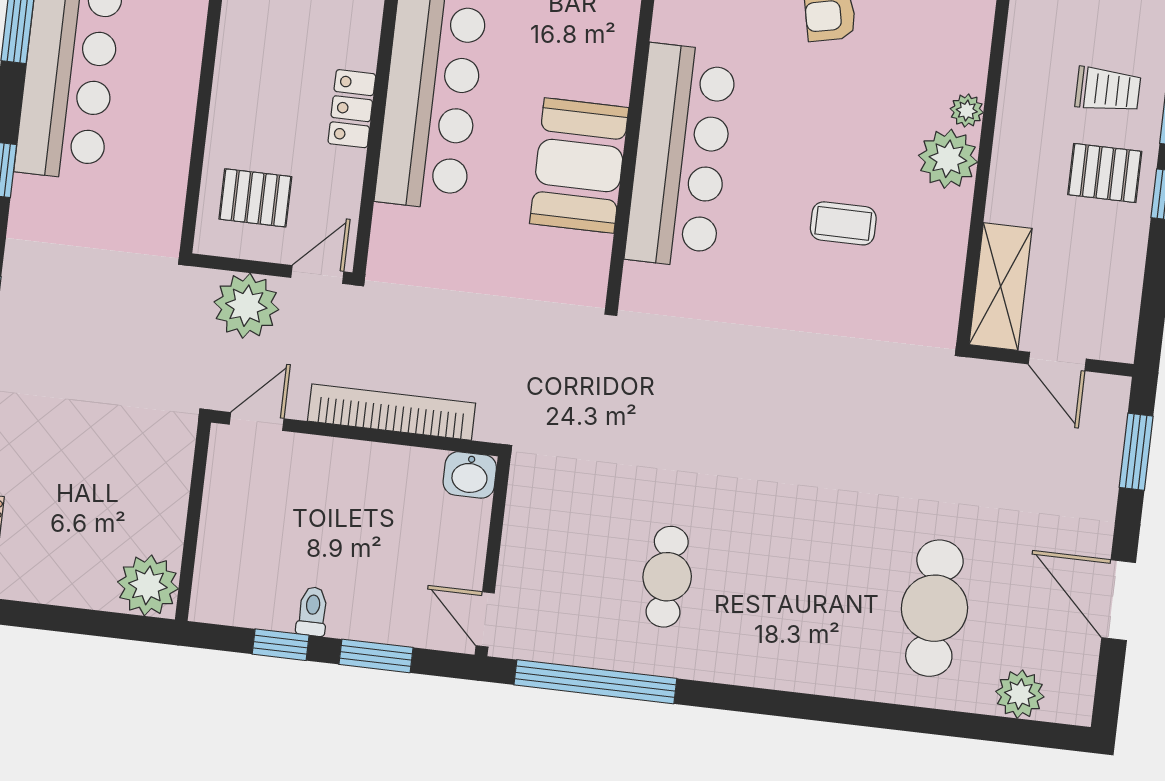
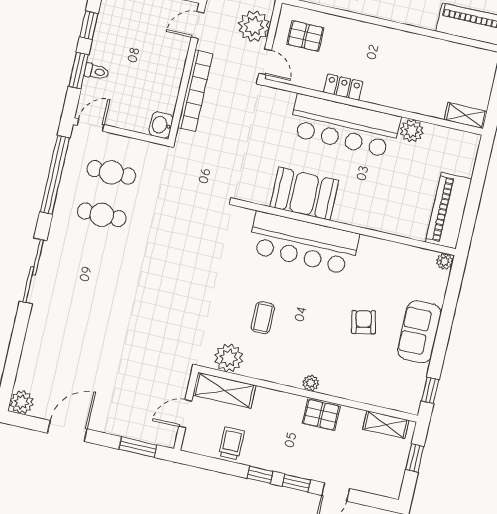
trolley: (1108, 90) -> (232, 443), moved, turned 180
plant: (948, 159) -> (229, 358), moved
pallet: (1105, 173) -> (321, 415), moved, turned 90
pallet: (255, 198) -> (305, 36), turned 90
door: (257, 422) -> (198, 25), swing flipped
cafe table: (934, 608) -> (111, 172), moved, width x0.73, depth x0.74
toilet: (312, 611) -> (97, 72), moved
plant: (1020, 694) -> (22, 402), moved
sliding door: (798, 705) -> (33, 271), added

